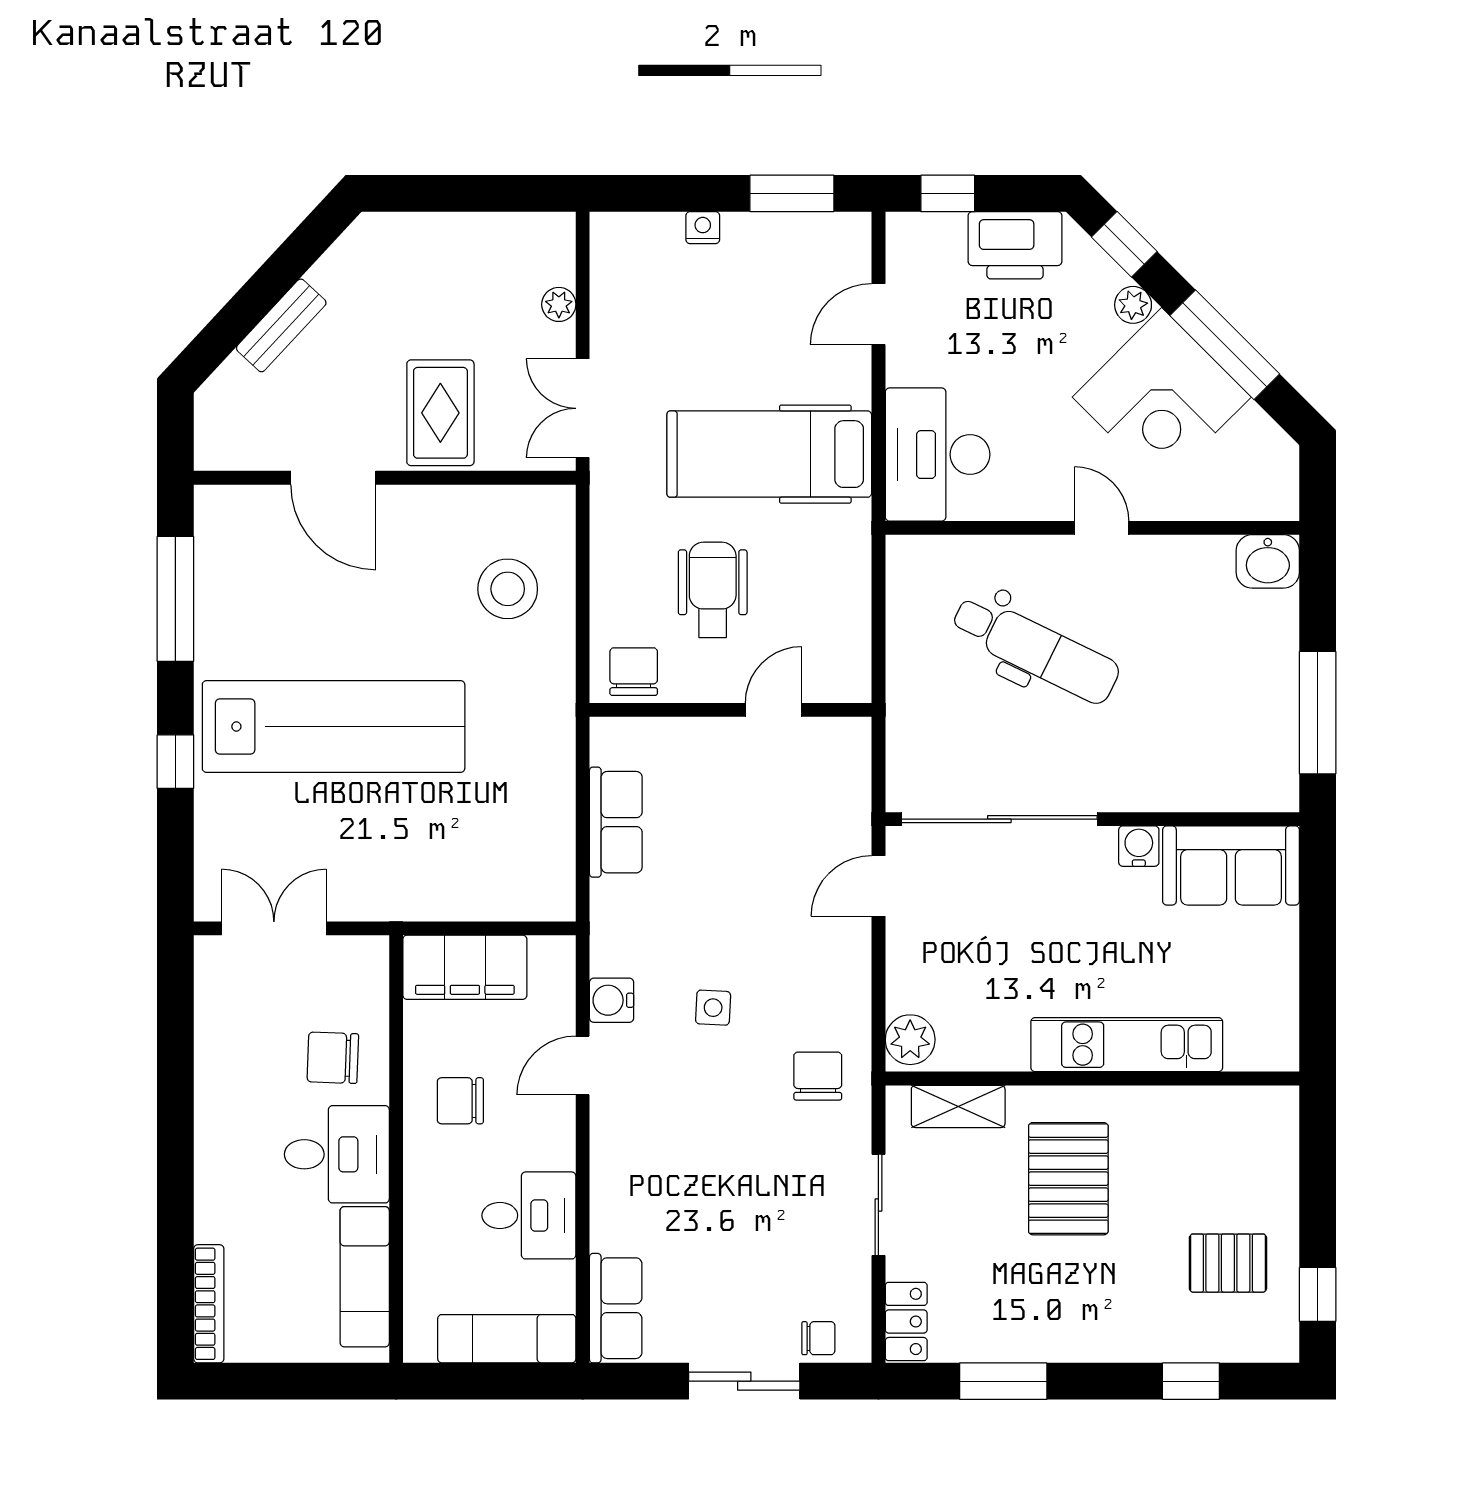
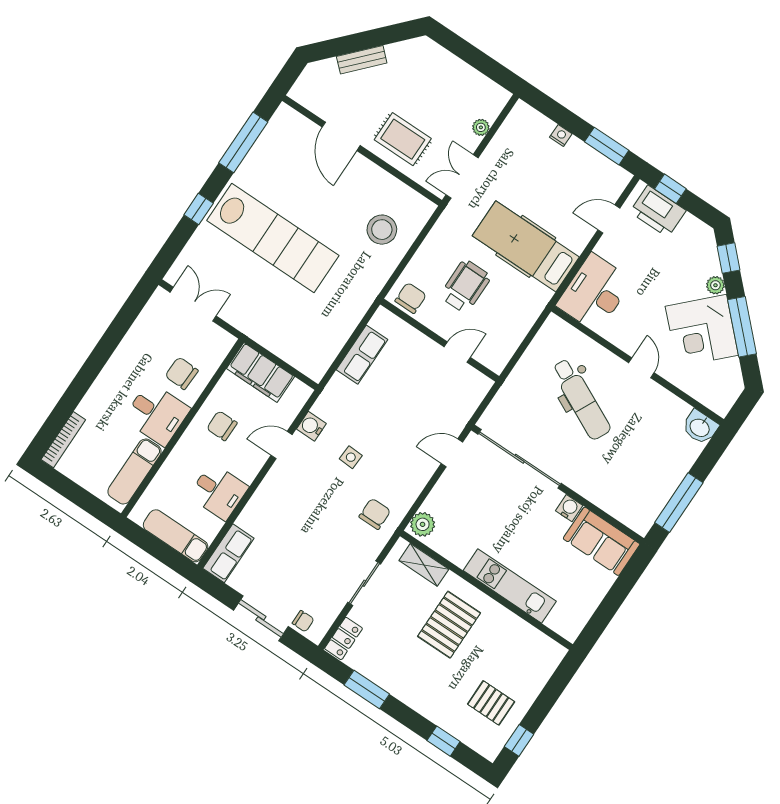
printer: (1015, 245) -> (658, 211), moved
rug: (440, 413) -> (403, 139), turned 90

